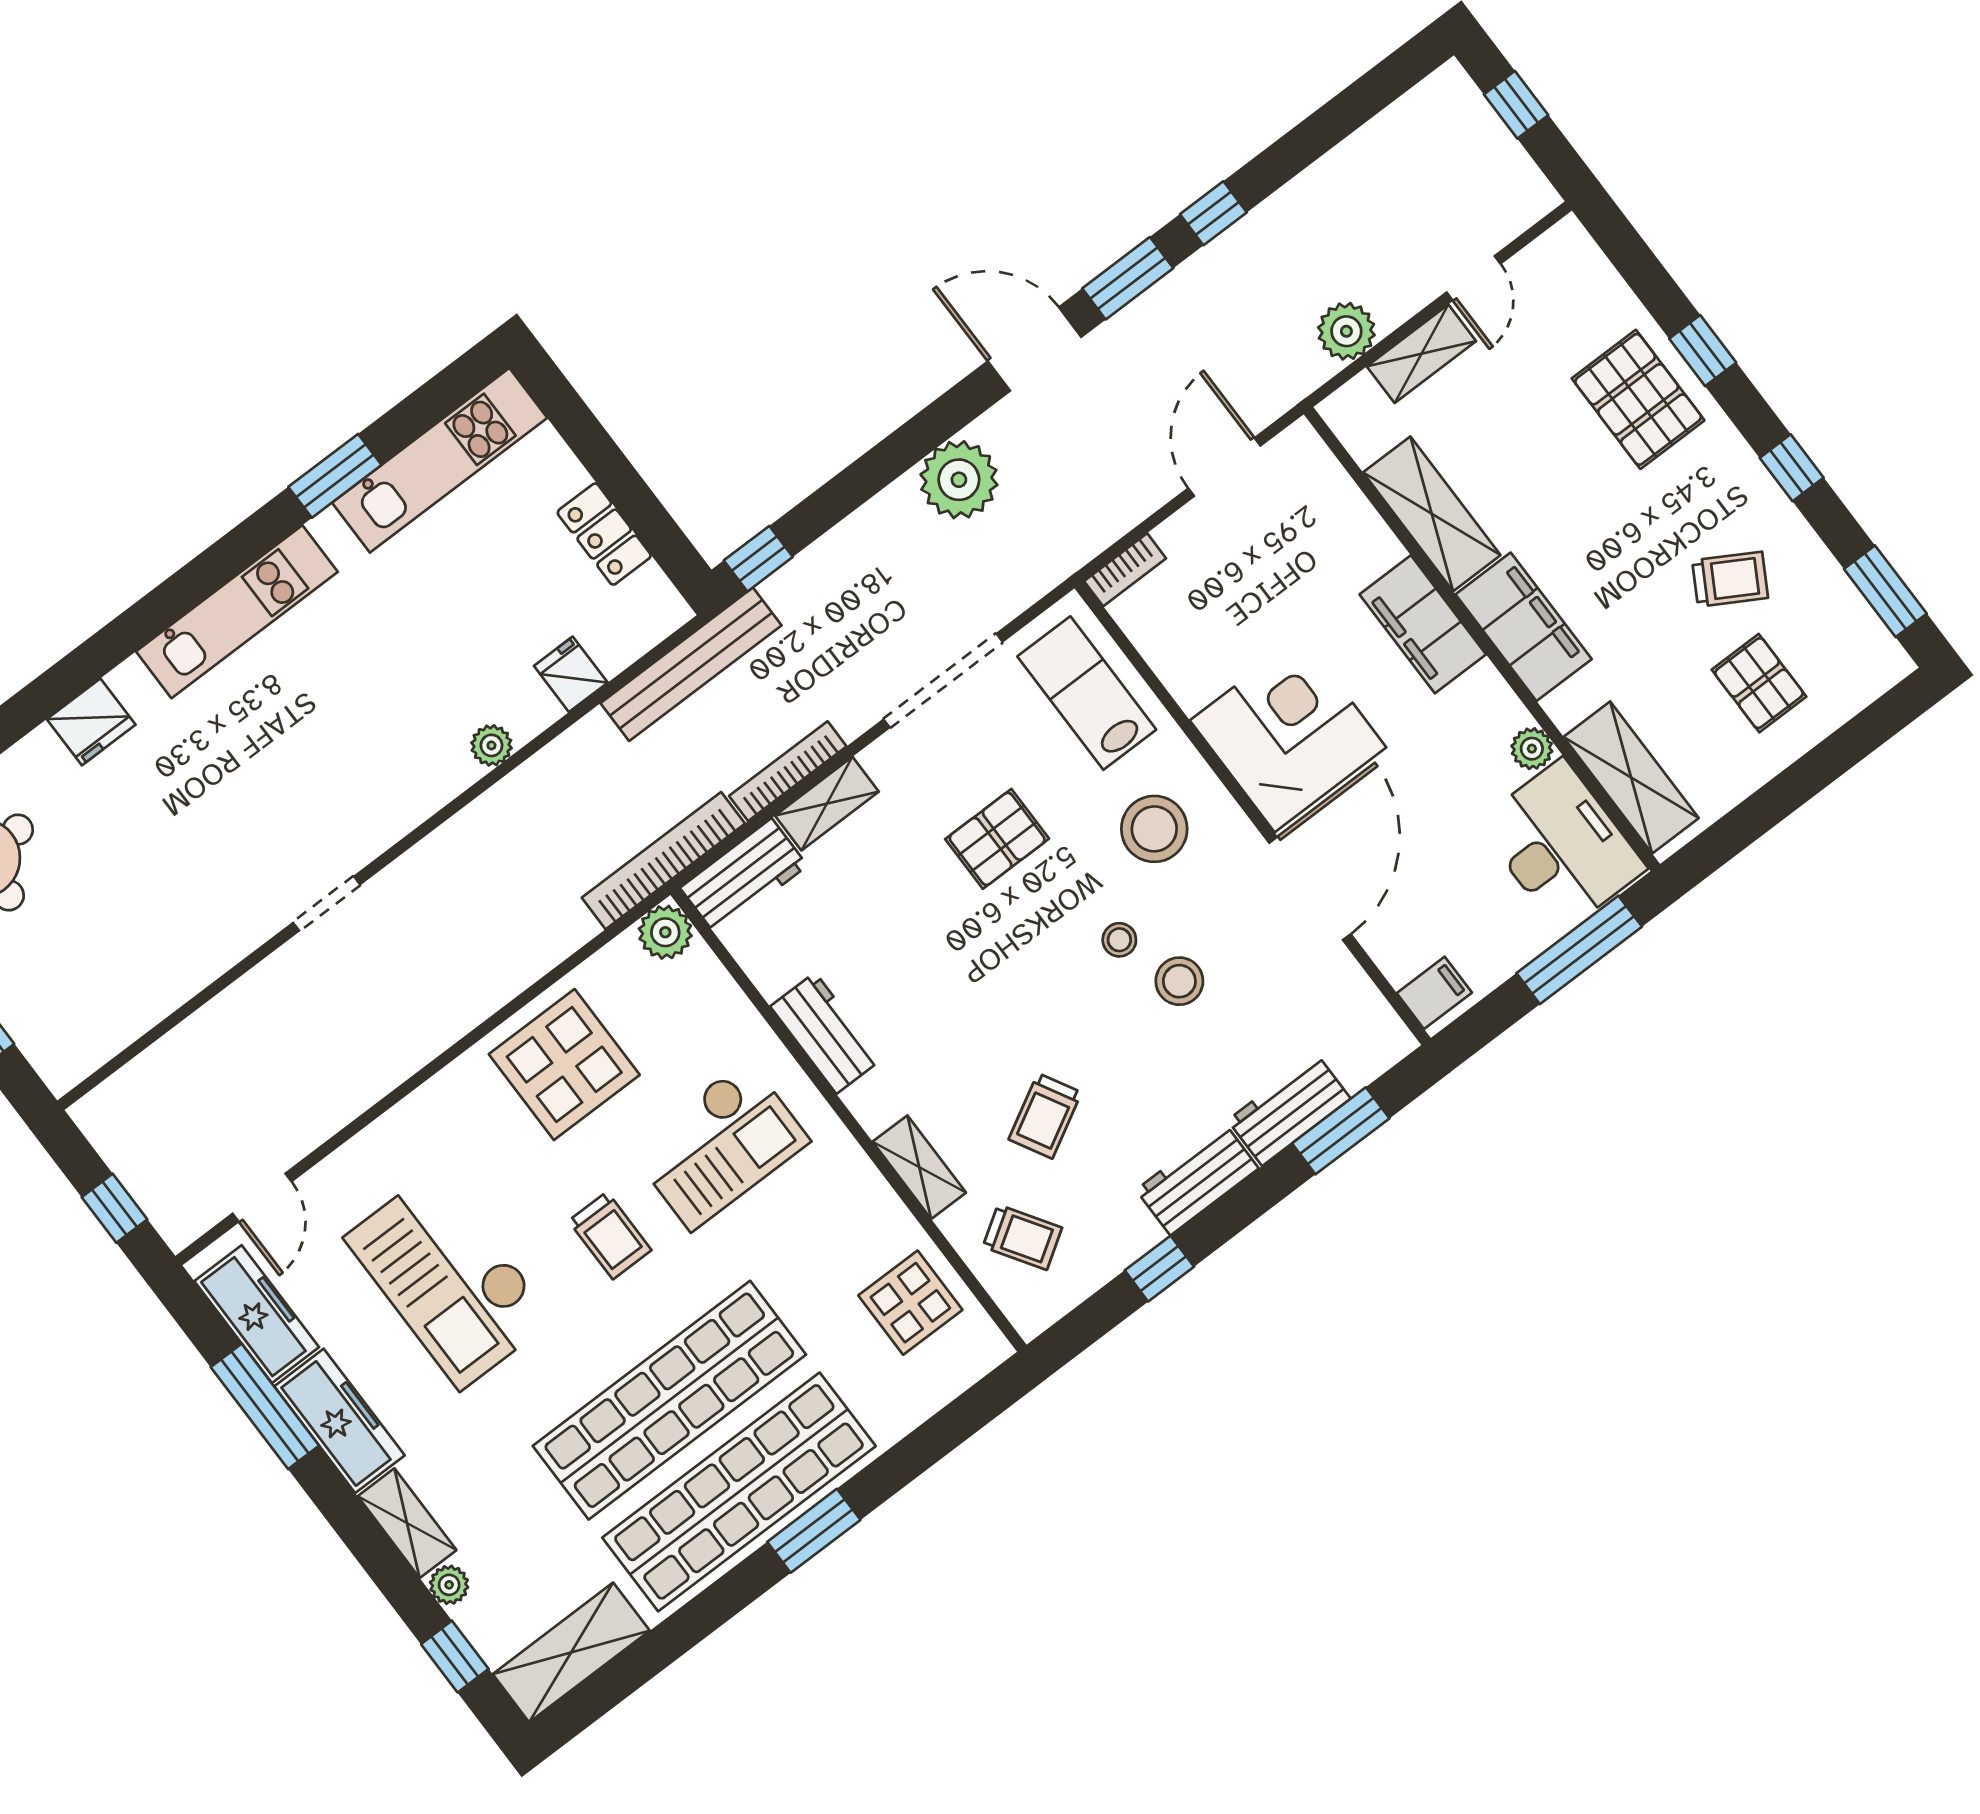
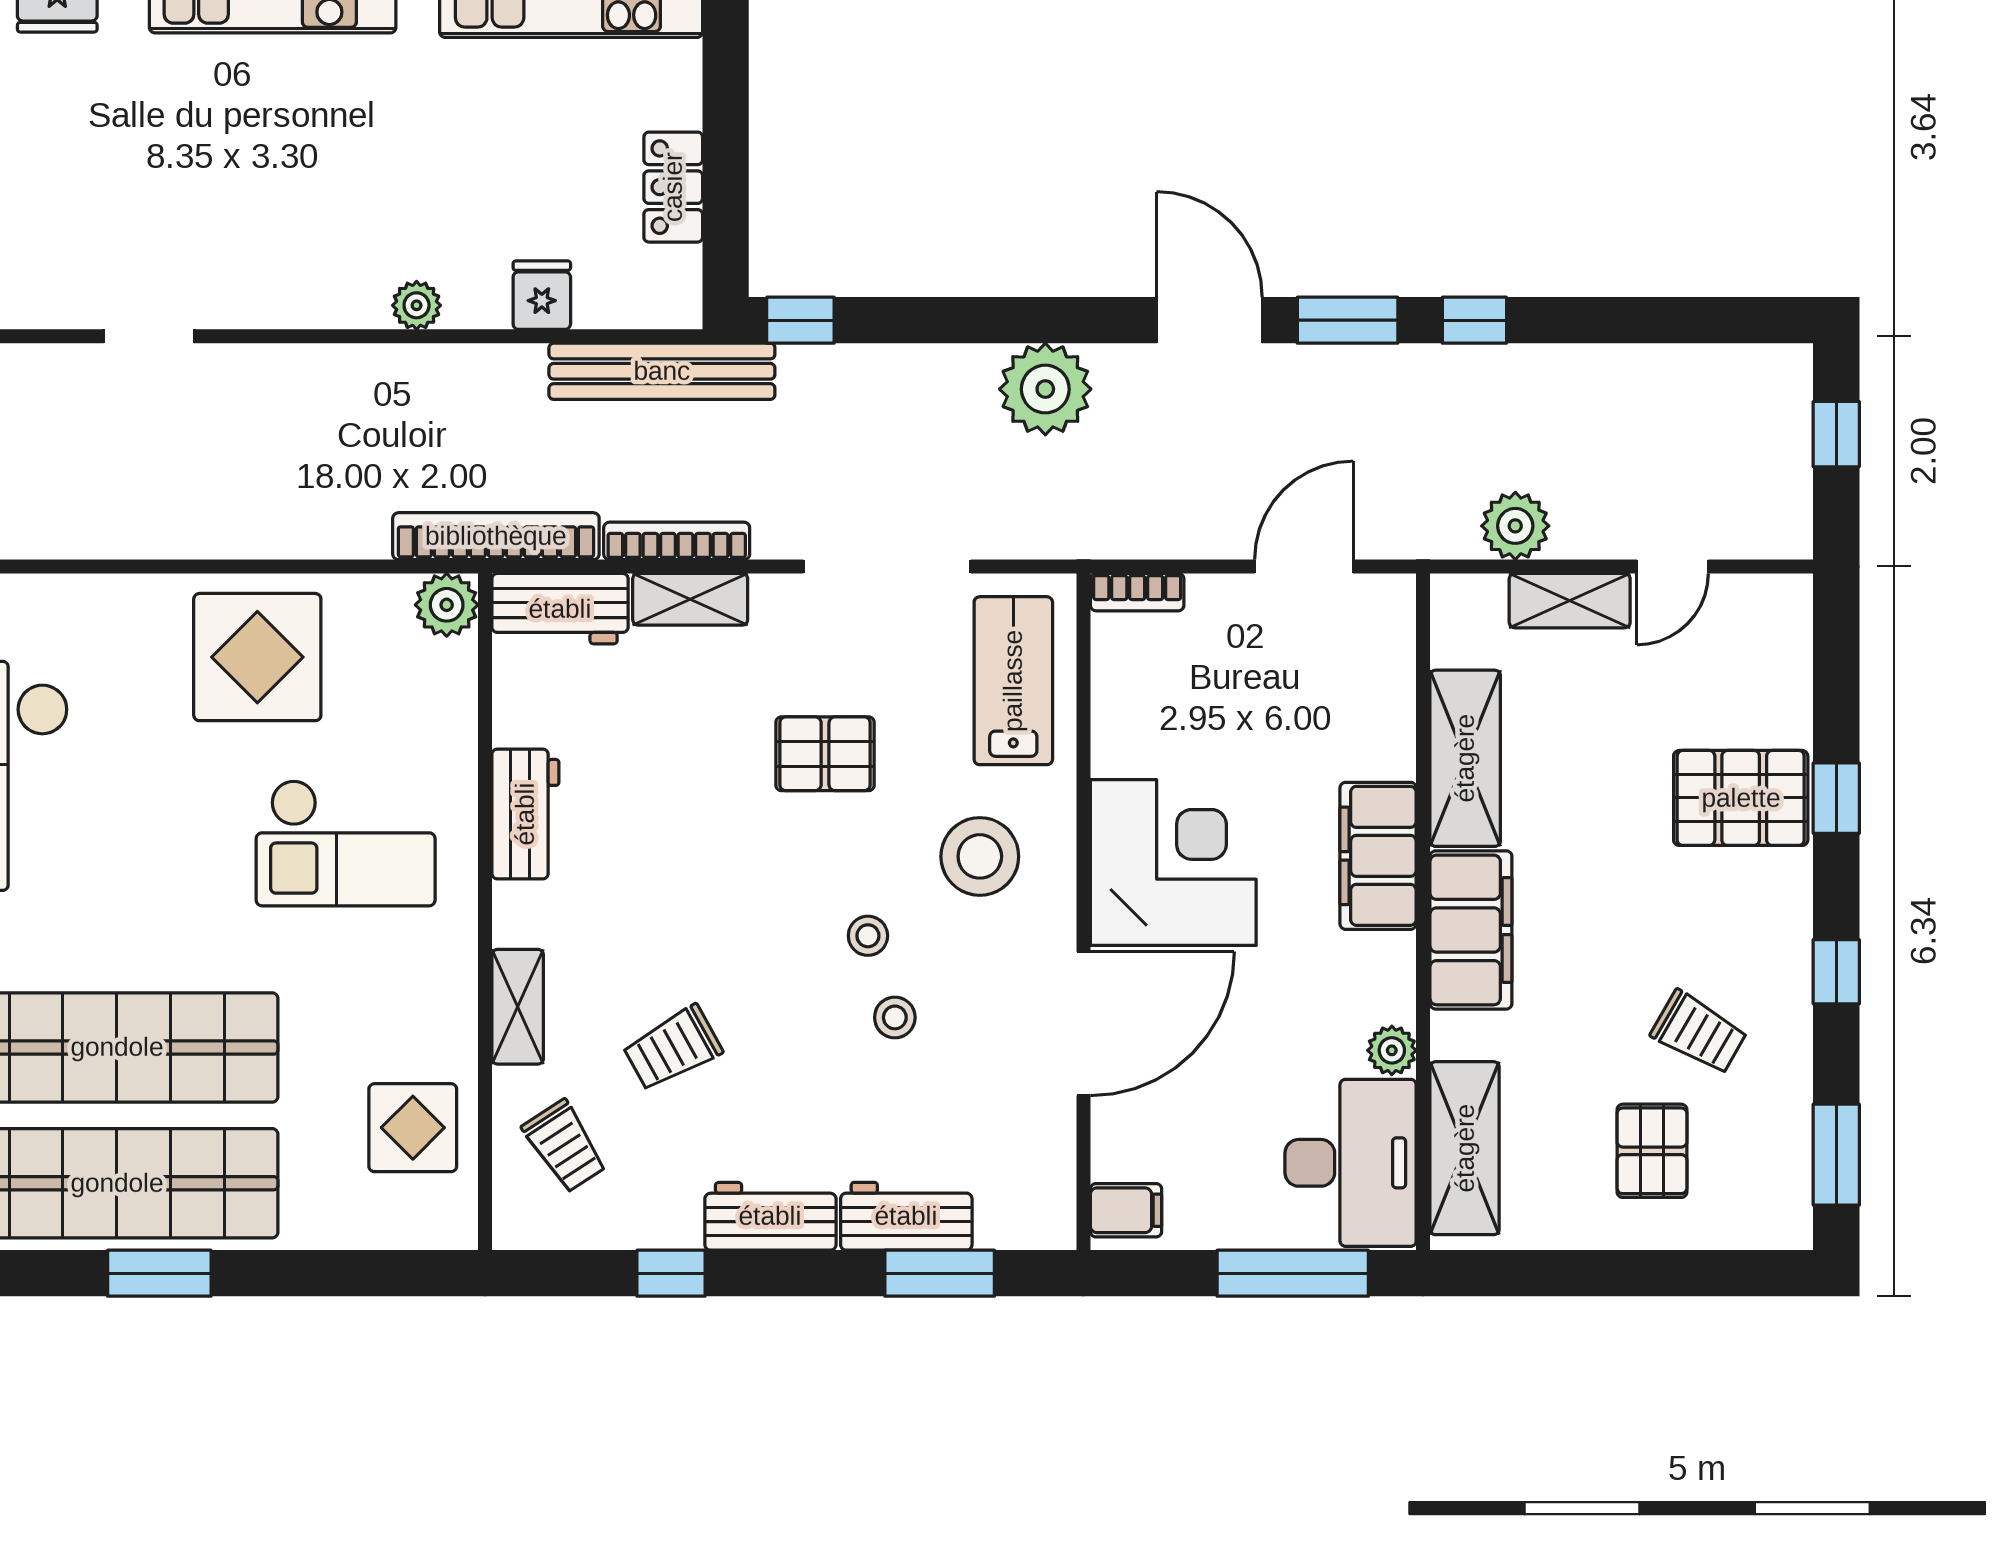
pallet: (1638, 399) -> (1741, 798), turned 90
stool: (1179, 981) -> (895, 1017), width x0.73, depth x0.73
trolley: (610, 1235) -> (178, 850), removed

